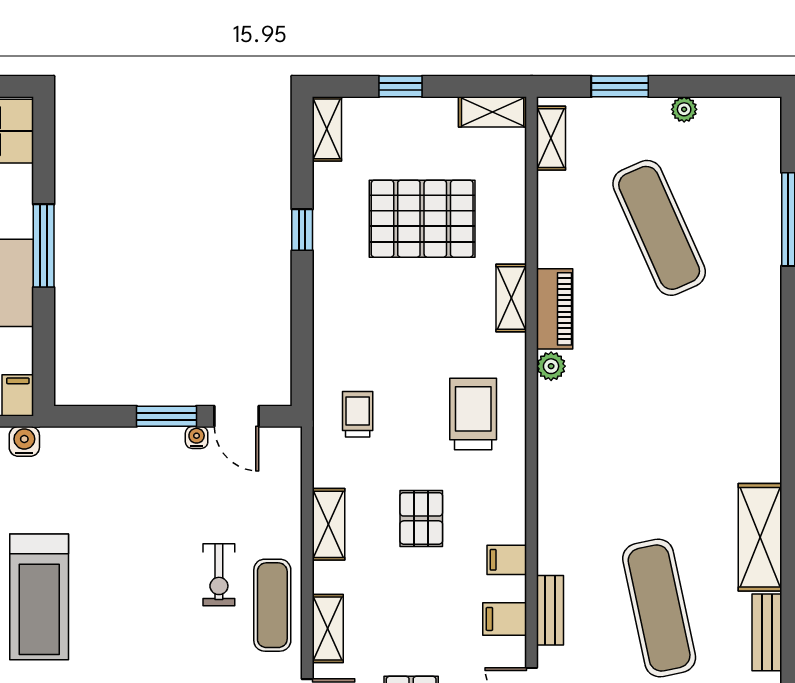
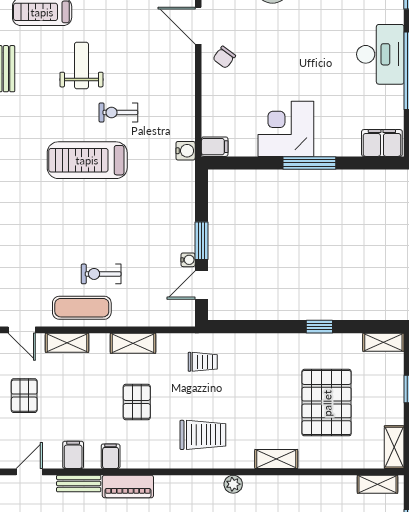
piano: (555, 309) -> (128, 486), moved
pallet: (421, 518) -> (137, 402), turned 90

